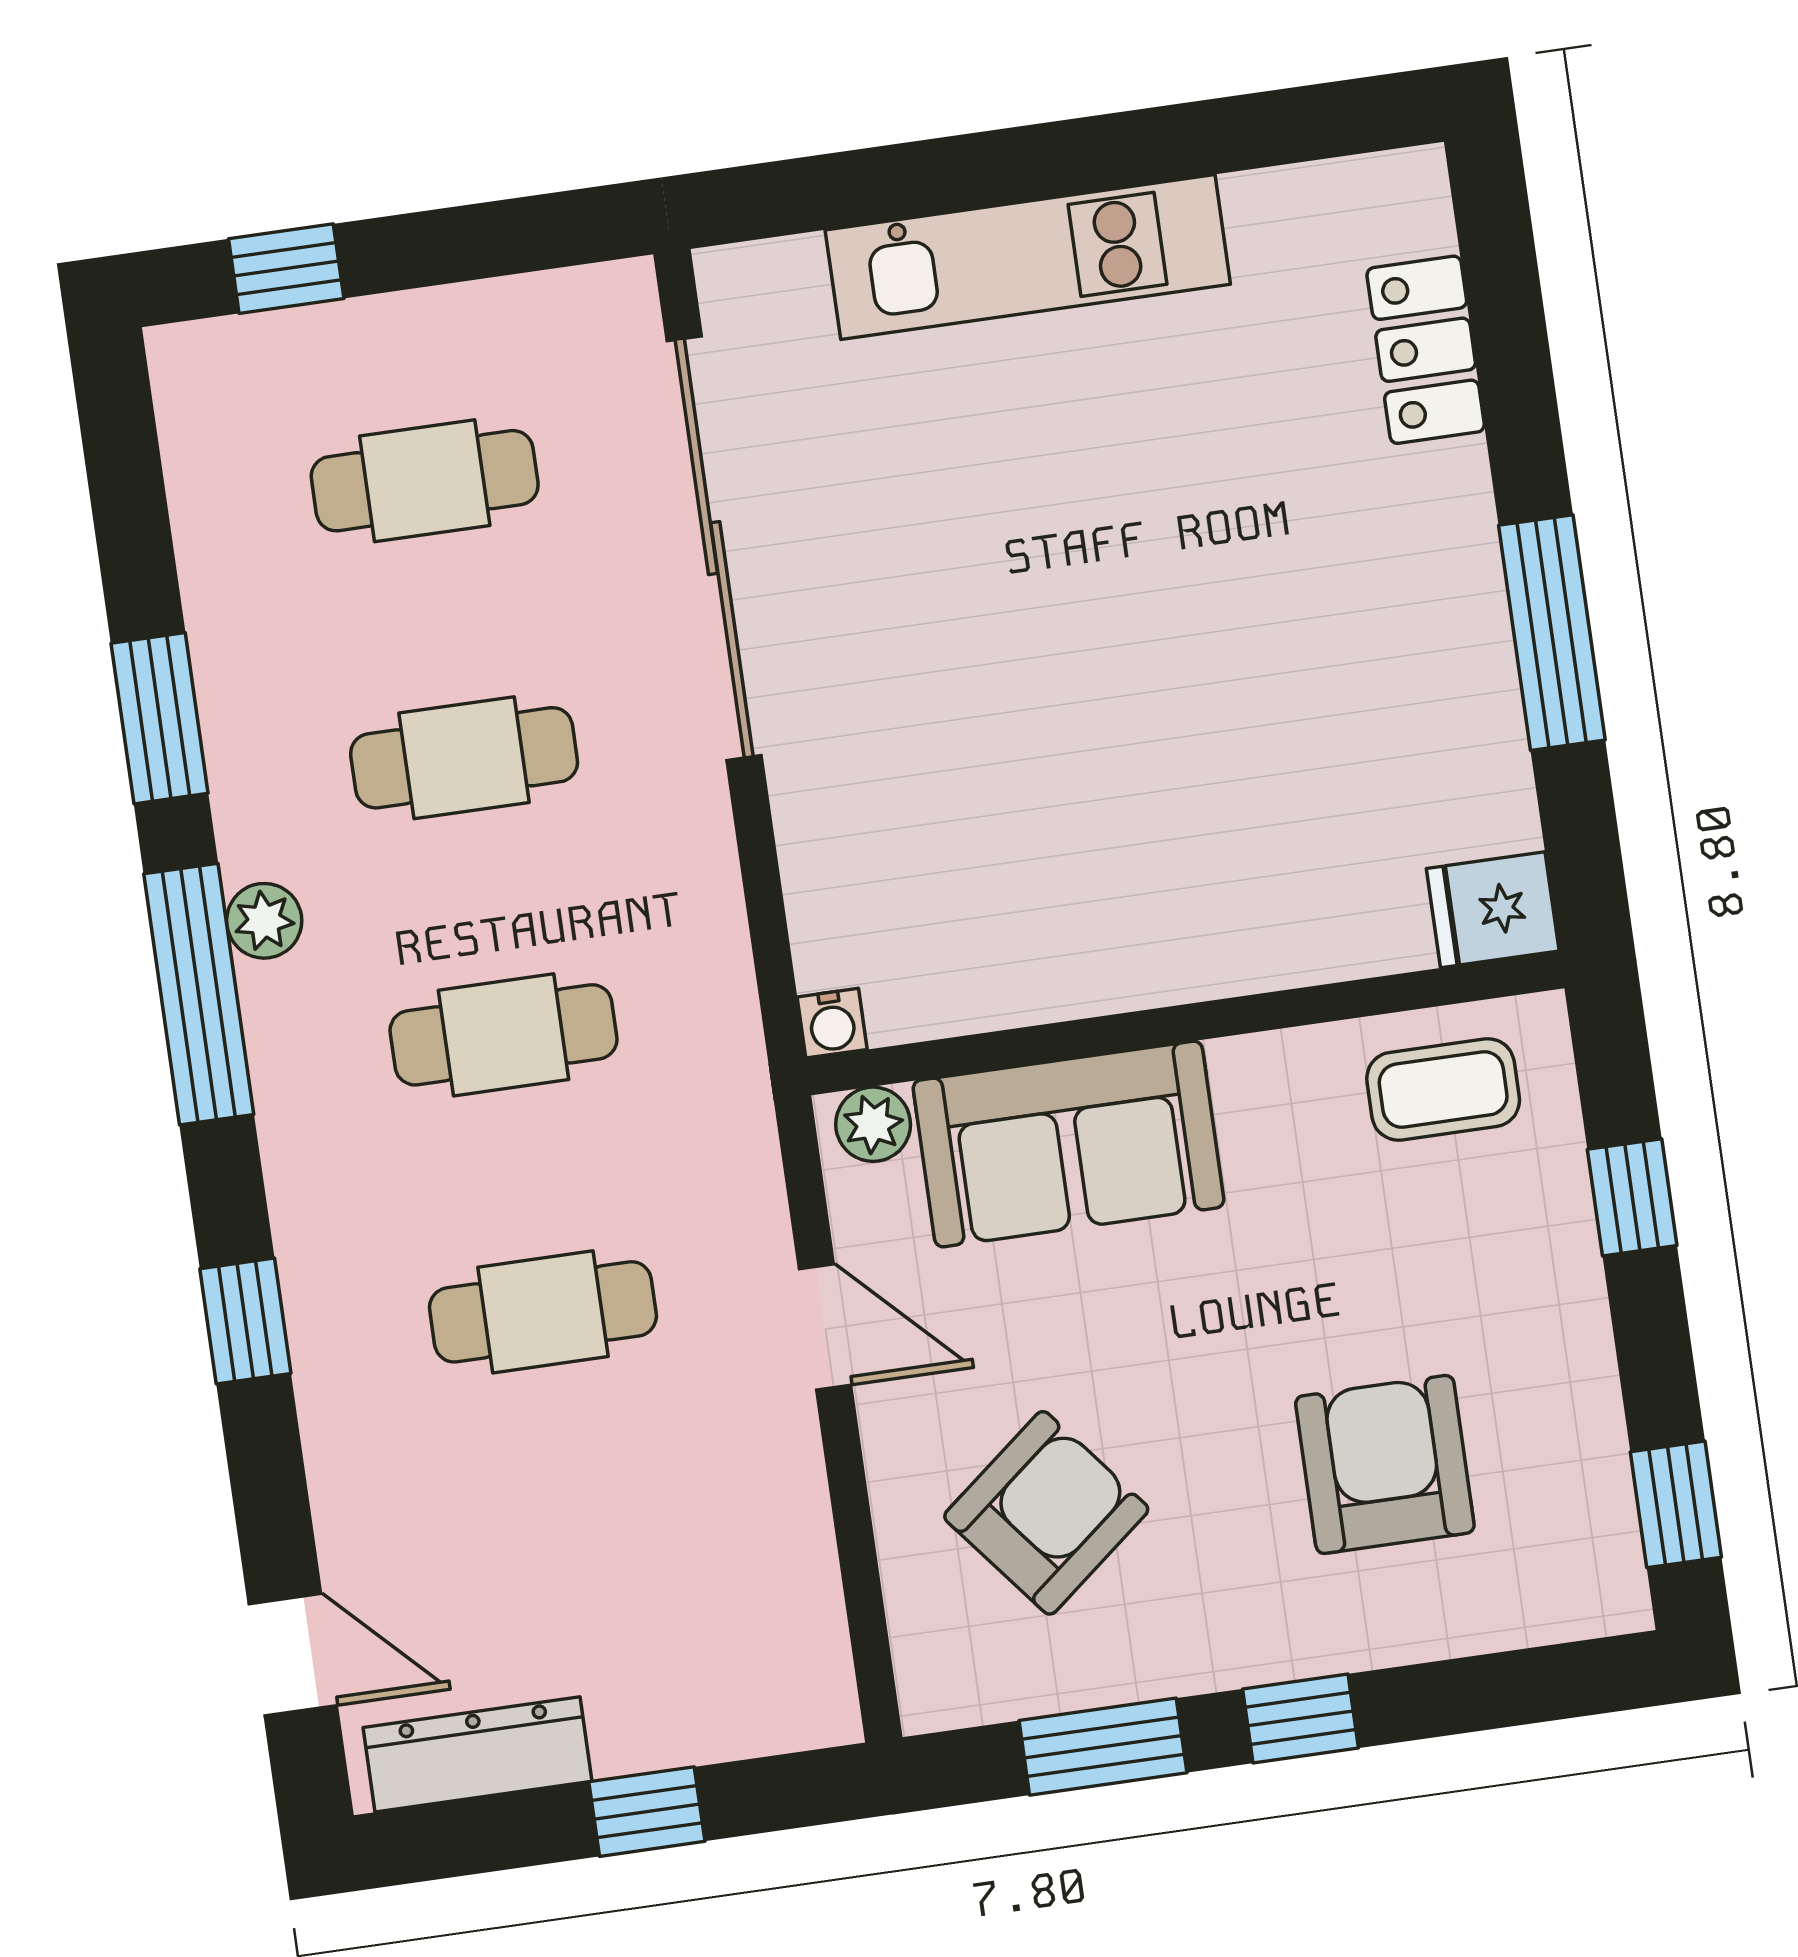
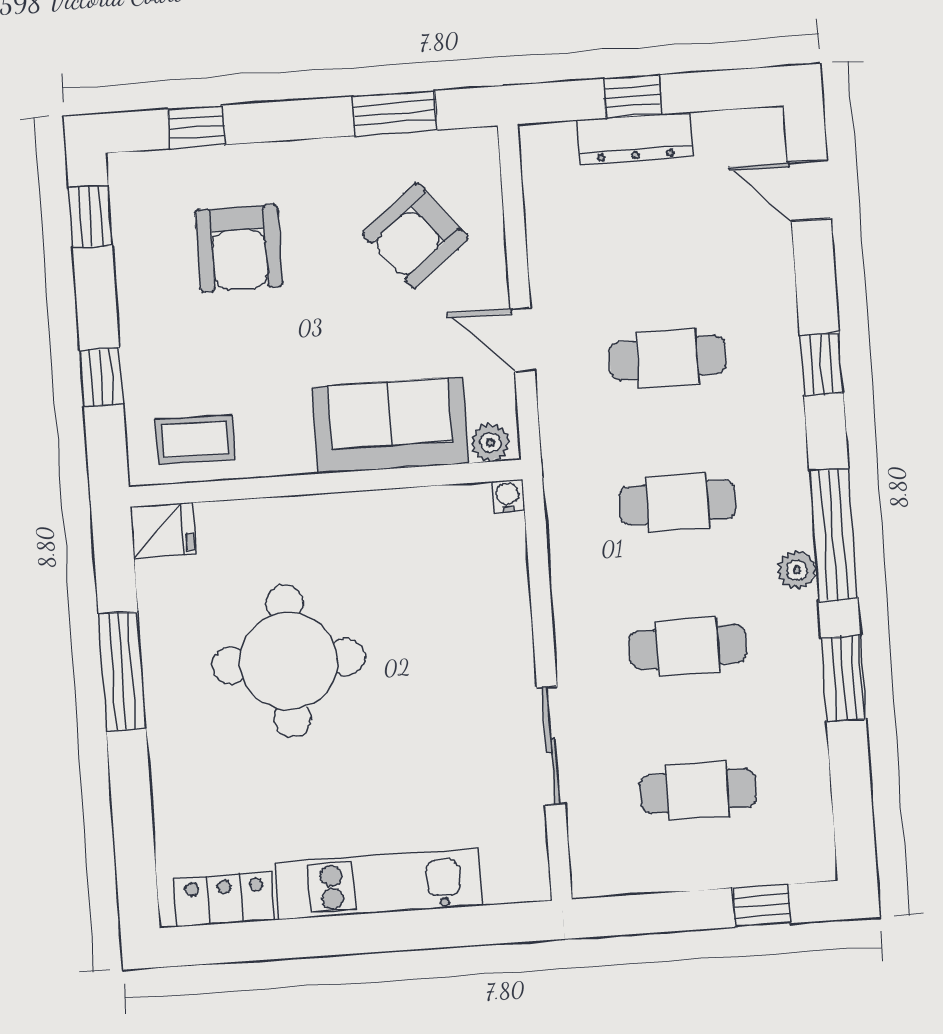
locker: (1426, 350) -> (225, 899), moved, turned -90
sliding door: (714, 548) -> (551, 746), width x0.54
round table: (1232, 675) -> (289, 661), added
window: (1300, 1719) -> (196, 127), moved
dresser: (478, 1754) -> (634, 138), moved

